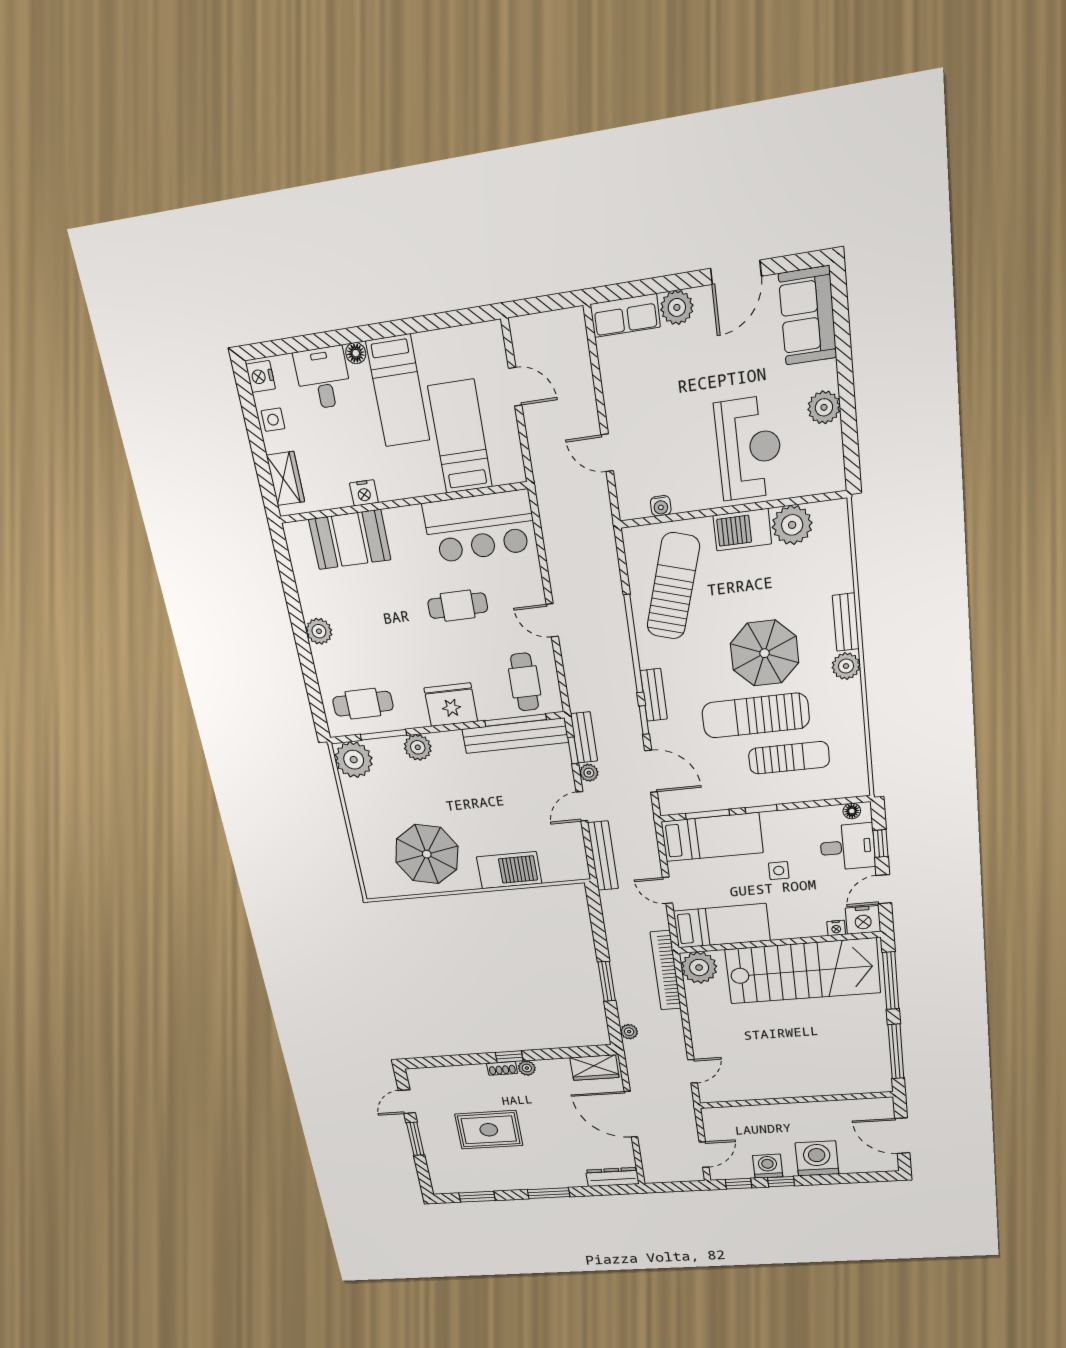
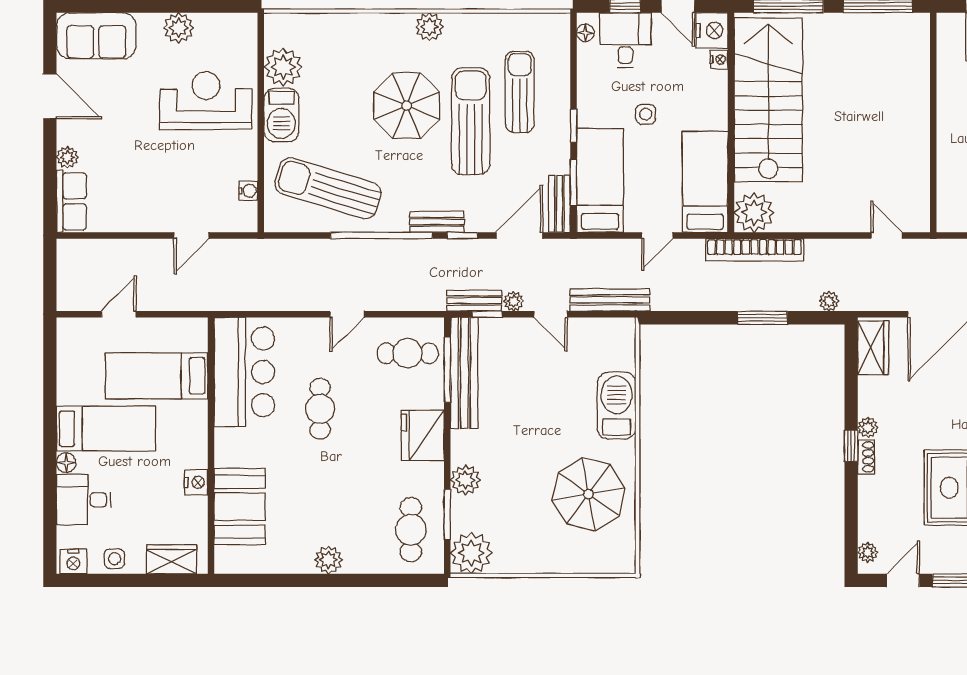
plant: (677, 307) -> (67, 157), width x0.73, depth x0.73
bench: (846, 622) -> (559, 204), moved, turned 90
sun lounger: (756, 716) -> (471, 121), turned 180
plant: (424, 1075) -> (868, 552), added
door: (407, 1102) -> (903, 580), swing flipped

